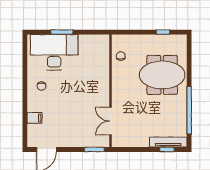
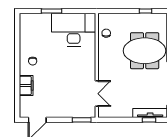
desk: (54, 52) -> (74, 30), moved
filing cabinet: (35, 118) -> (26, 86), width x2.00
double door: (111, 121) -> (97, 94), swing flipped

